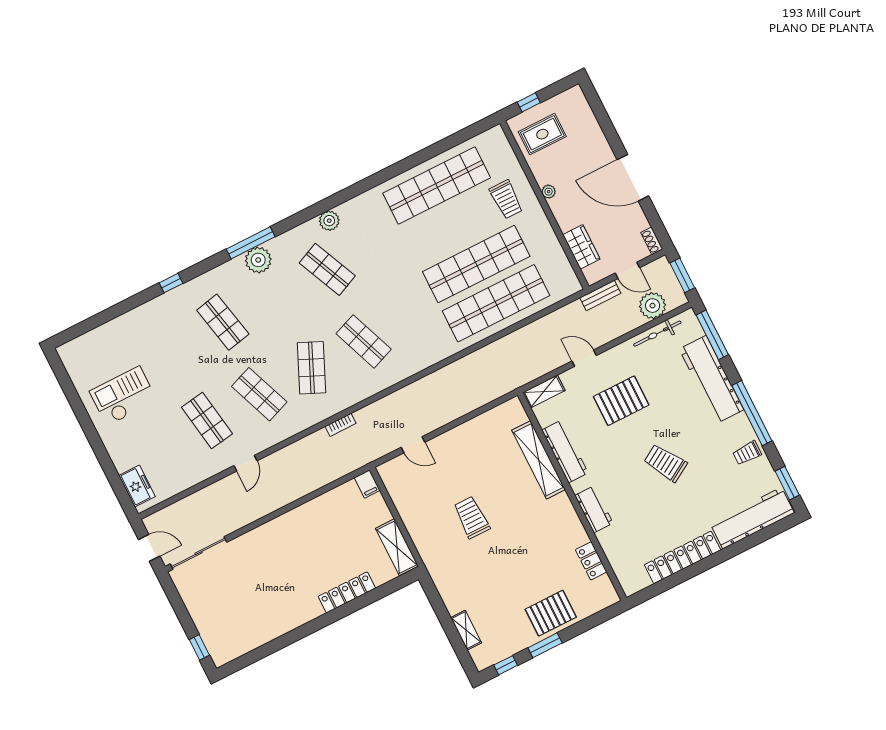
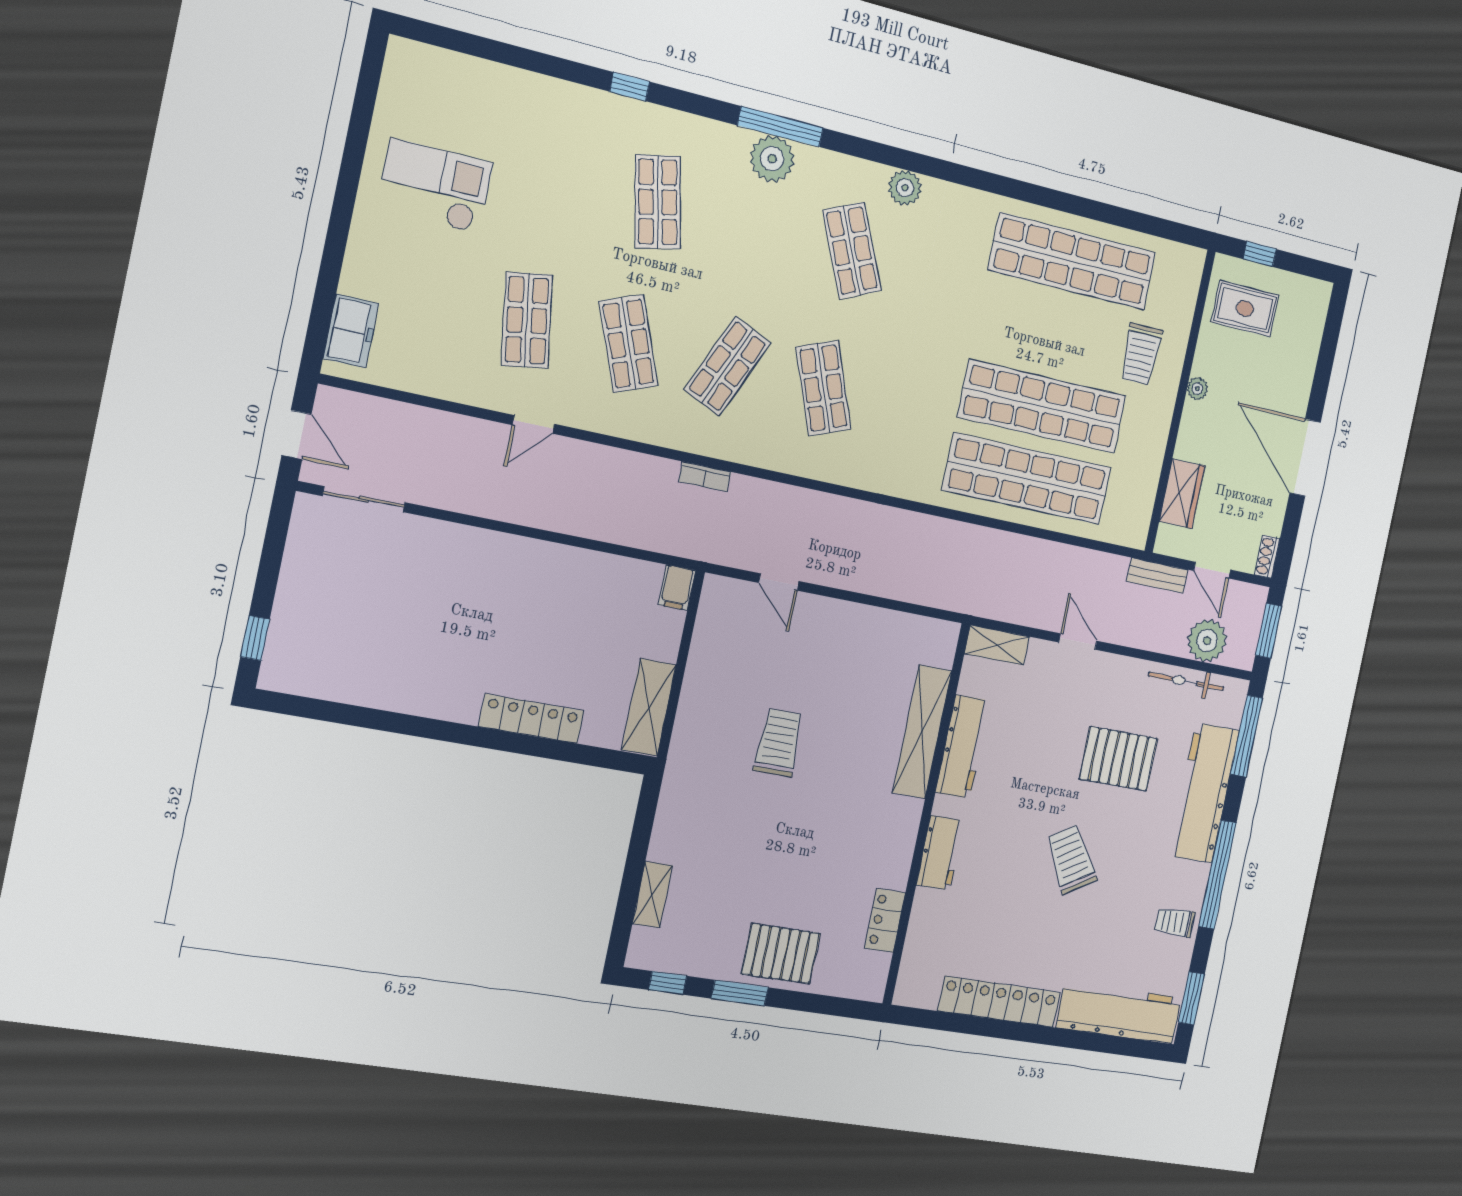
pallet: (621, 401) -> (1118, 759), moved
sliding door: (199, 553) -> (364, 499), width x0.73

